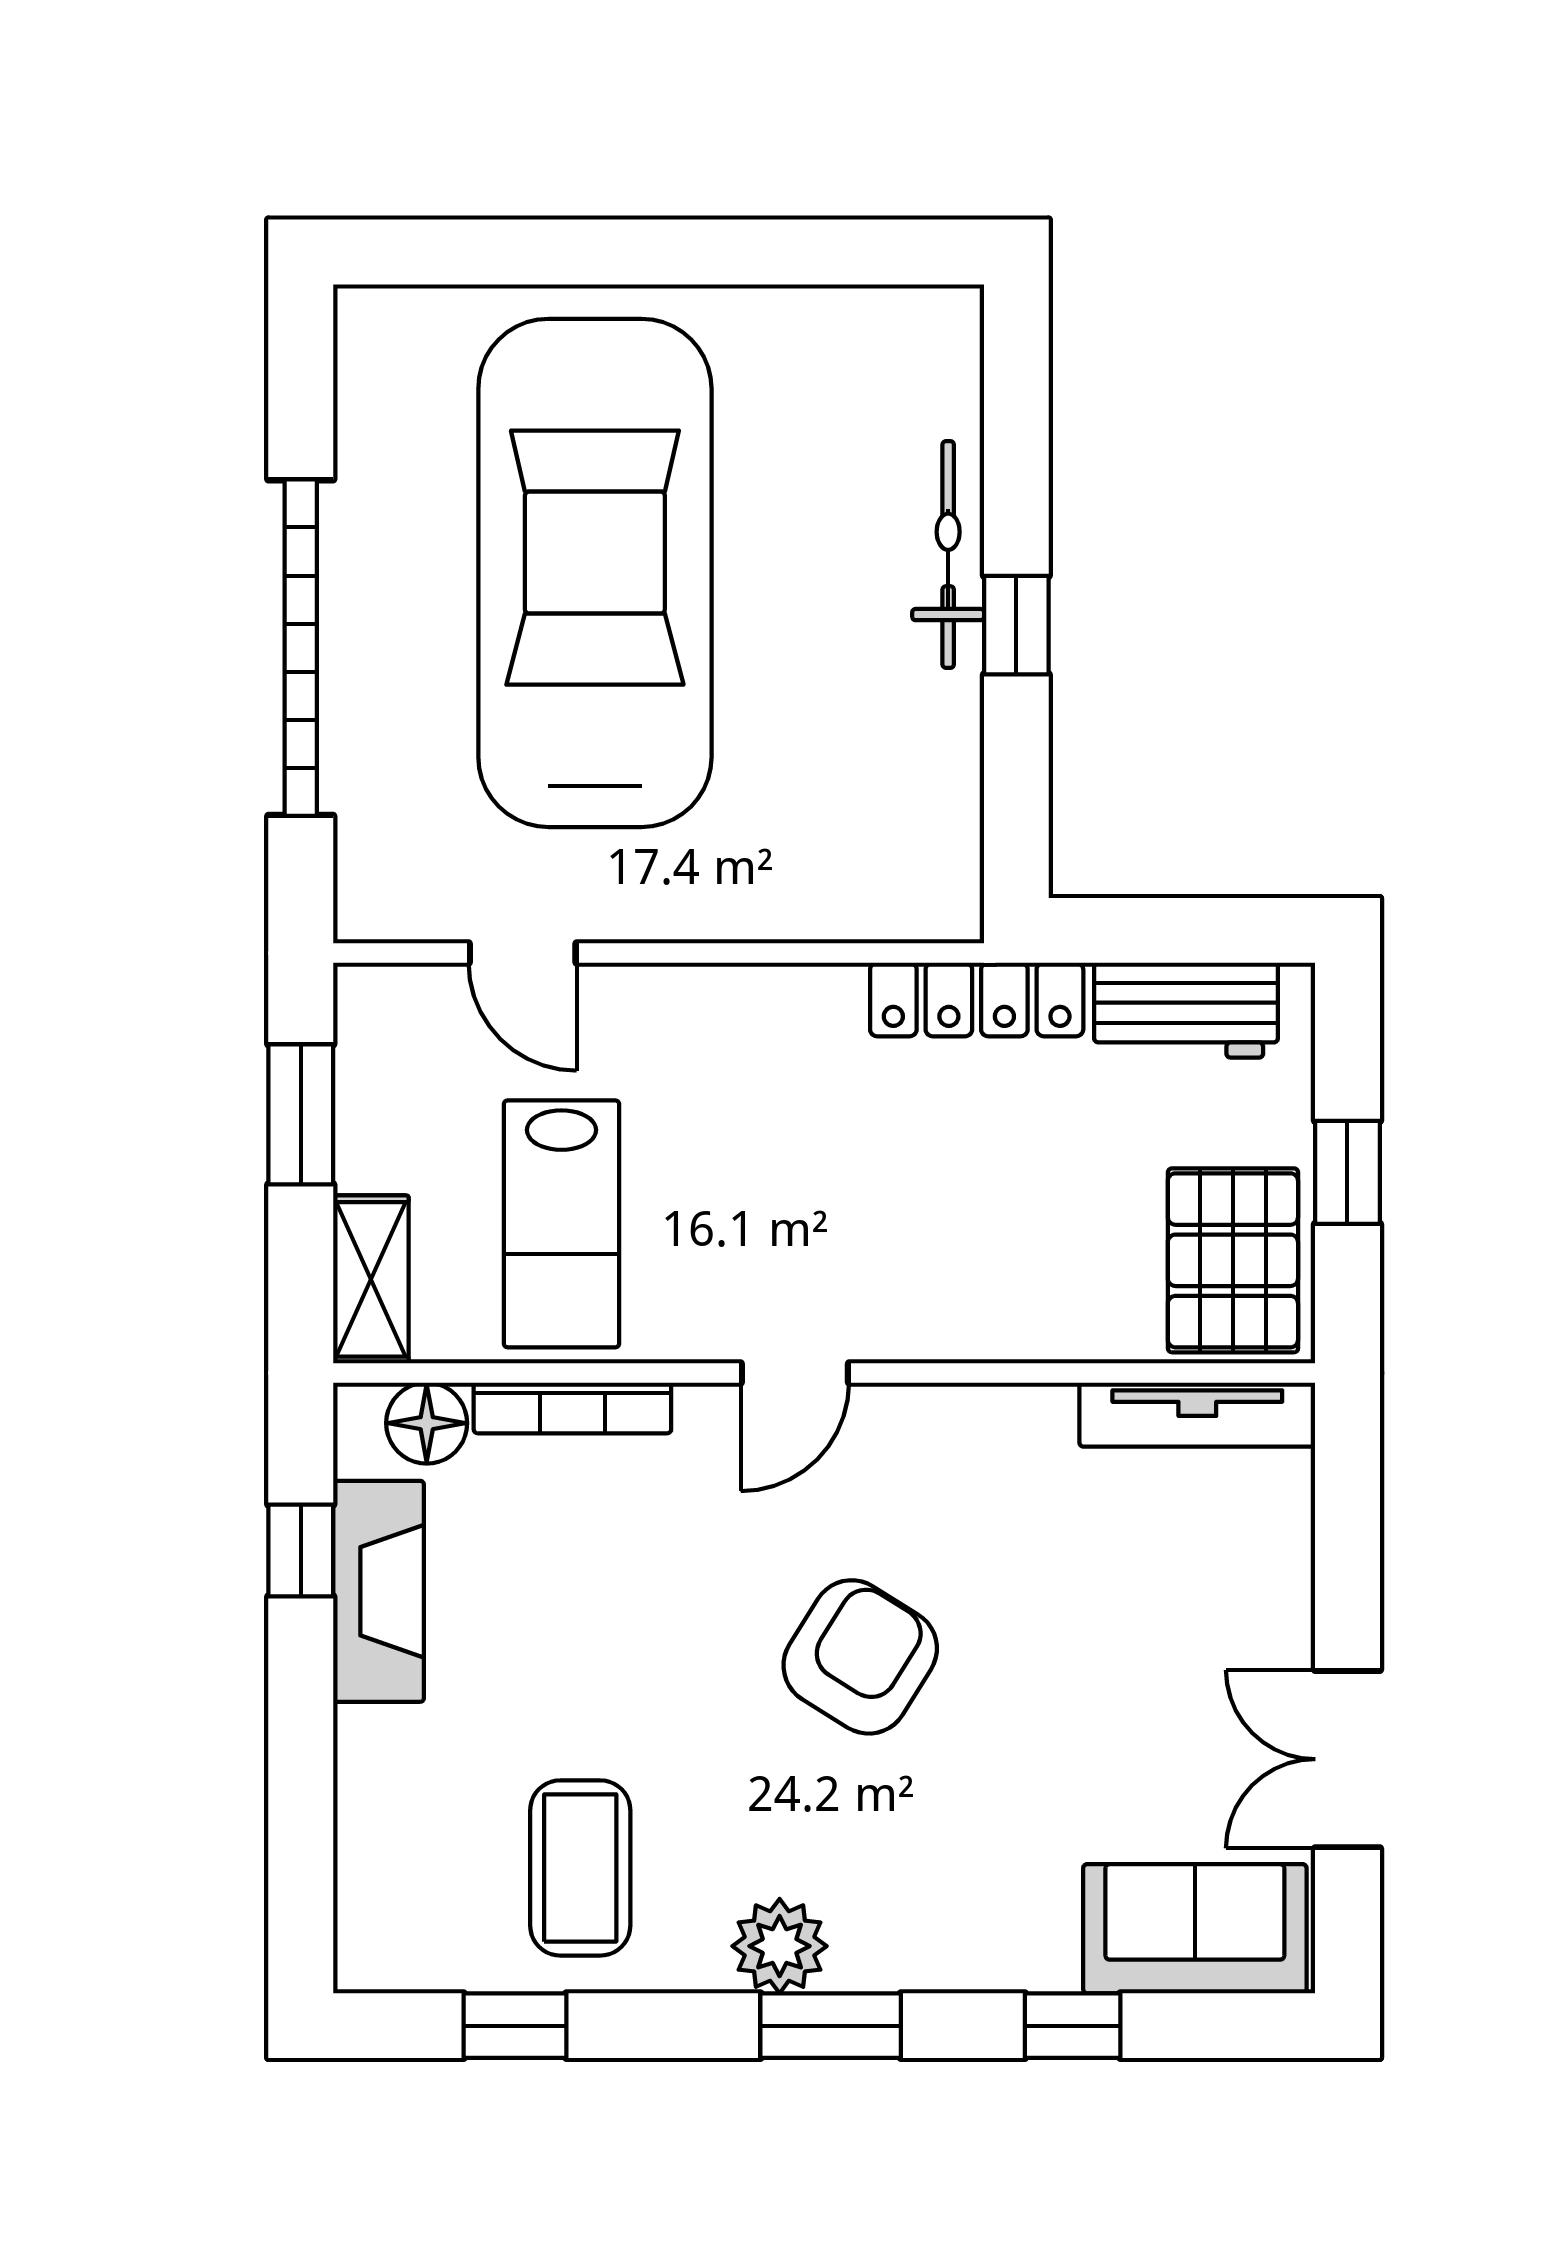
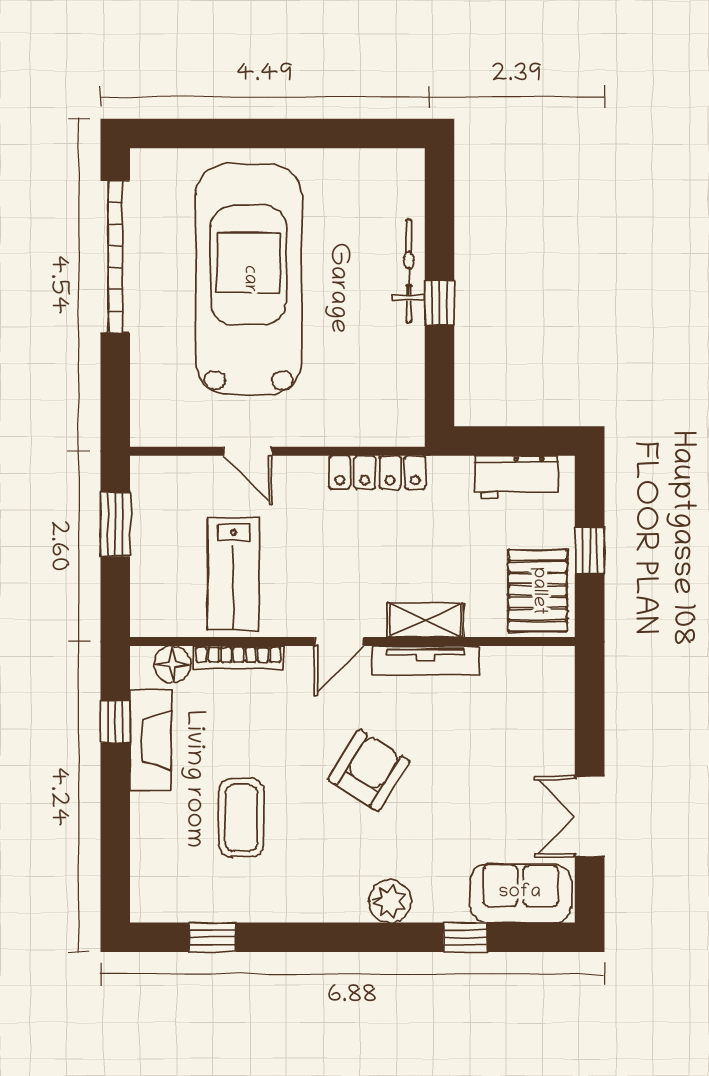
garage door: (301, 648) -> (115, 257), moved
door: (523, 953) -> (248, 451), moved
locker: (977, 999) -> (377, 472), moved
shelving: (371, 1279) -> (425, 620), moved, turned 90
tv unit: (1197, 1415) -> (426, 660), moved
coffee table: (580, 1868) -> (241, 818), moved
plant: (780, 1946) -> (390, 901), moved
window: (831, 2026) -> (355, 937), removed

